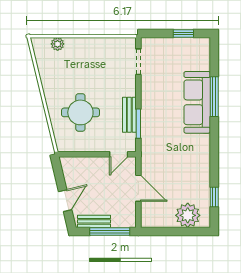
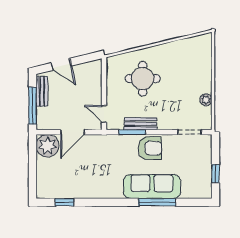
plant: (58, 44) -> (206, 100), moved
armchair: (156, 104) -> (150, 148), added
plant: (188, 215) -> (48, 146), moved

